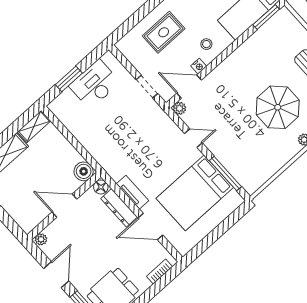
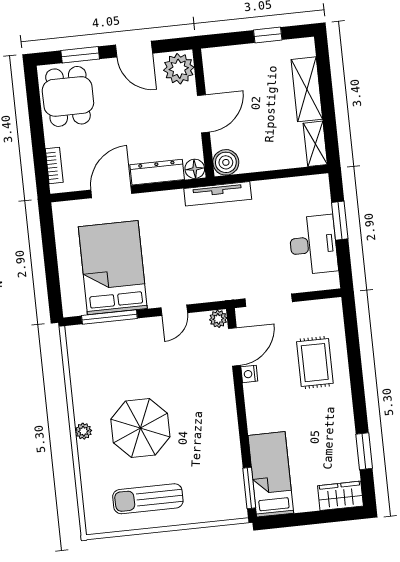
stool: (206, 44) -> (267, 400), removed
doorway: (147, 87) -> (269, 300), width x1.38
tv unit: (133, 192) -> (218, 194), moved, width x1.41
plant: (41, 239) -> (179, 69), width x1.88, depth x1.88

